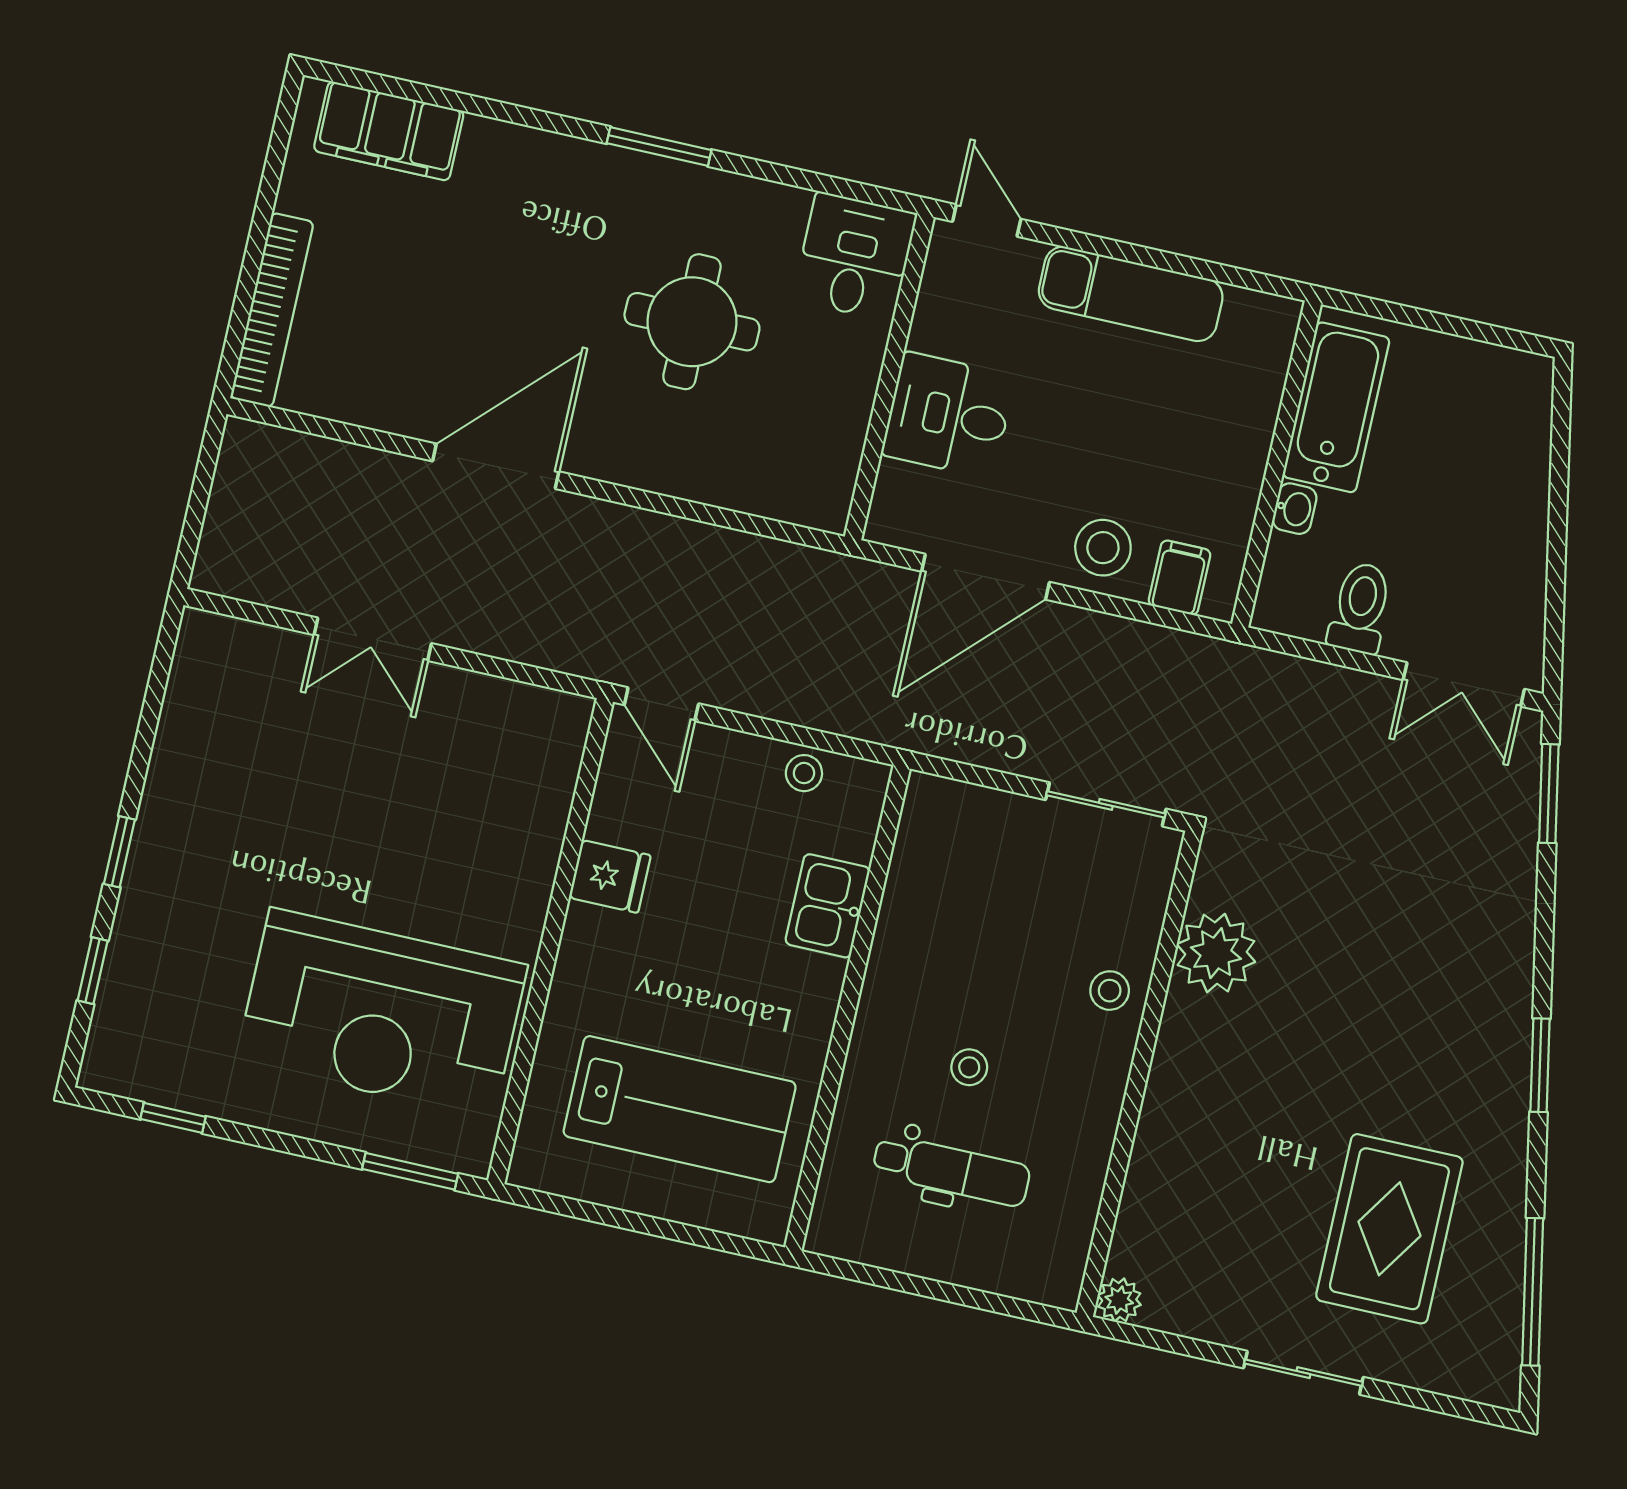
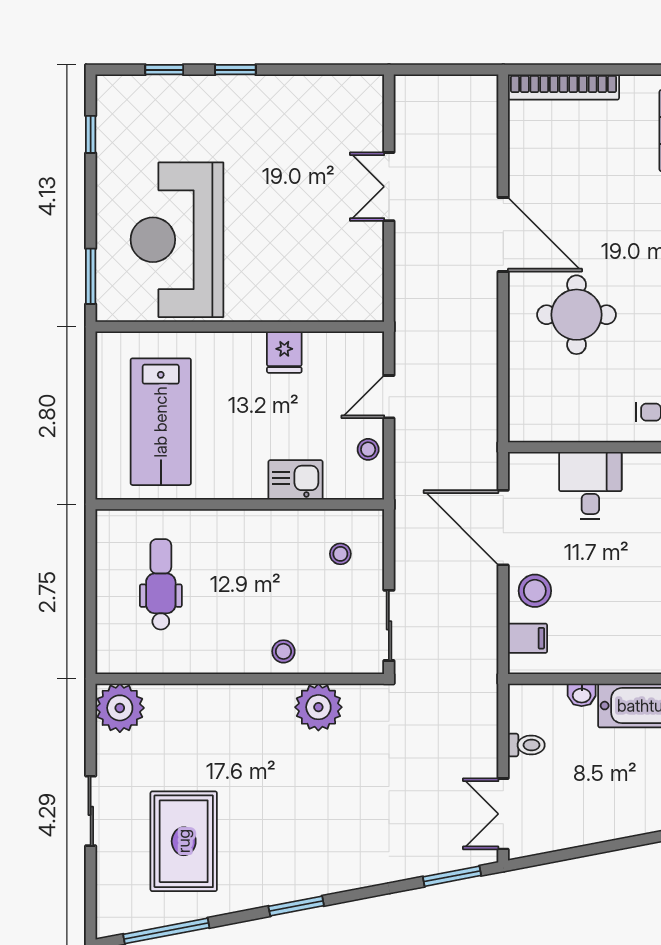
round table: (692, 322) -> (577, 315), moved
toilet: (1360, 608) -> (526, 745), width x0.73, depth x0.72
door: (661, 704) -> (389, 397), moved
stool: (969, 1067) -> (340, 554), moved
dental chair: (951, 1170) -> (161, 584), turned 180
rug: (1389, 1229) -> (184, 841), turned 90
plant: (1119, 1300) -> (120, 708), width x1.87, depth x1.87

